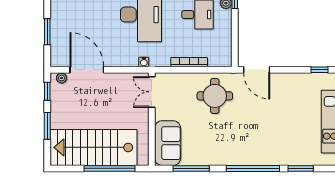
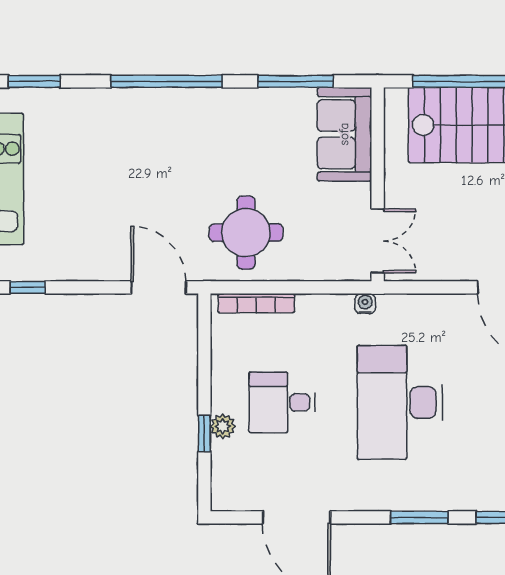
water cooler: (144, 62) -> (365, 304), moved
bookcase: (189, 62) -> (256, 303), moved
window: (301, 168) -> (34, 81), moved

